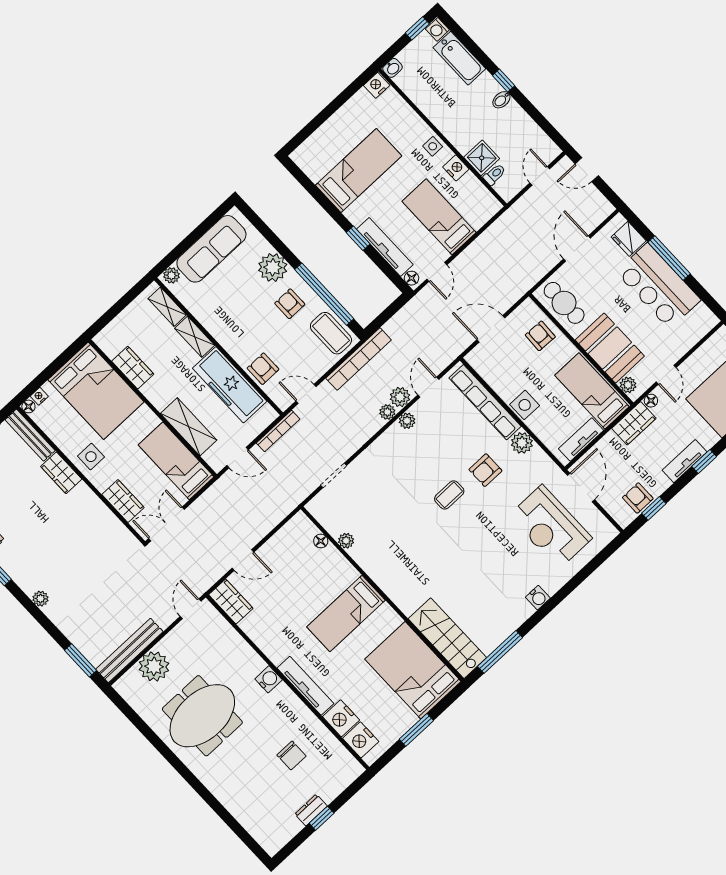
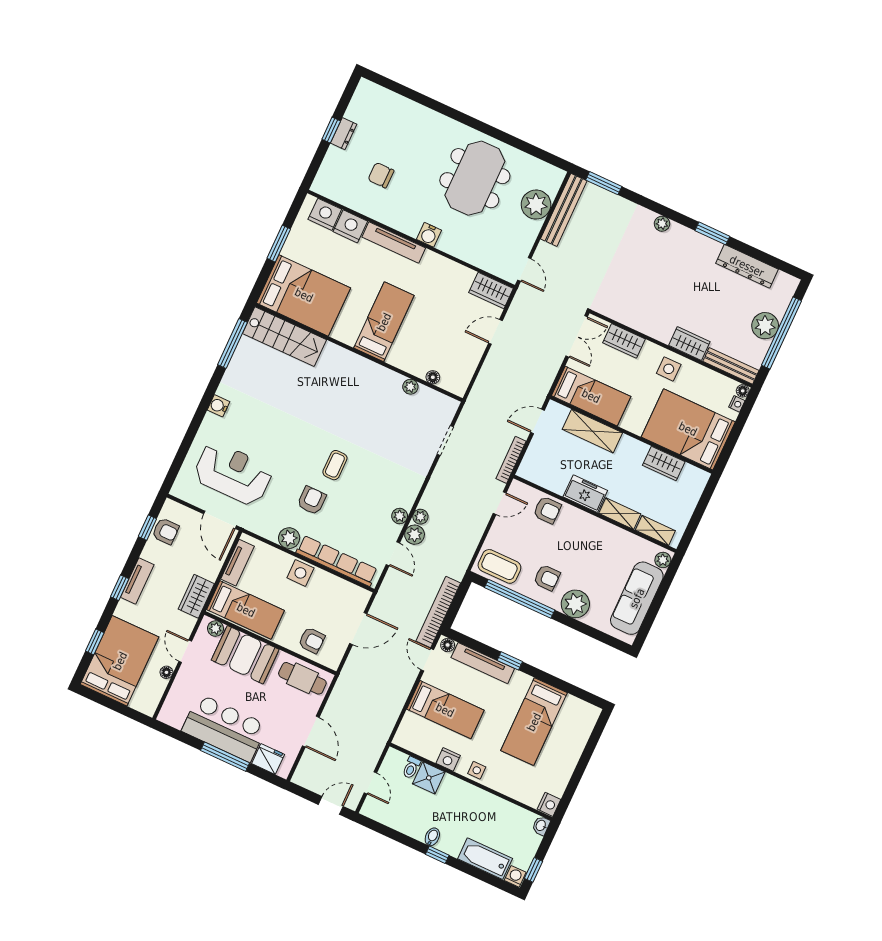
bookcase: (359, 359) -> (438, 612), moved
freezer: (230, 385) -> (585, 494), width x0.52, depth x0.79
floor lamp: (651, 401) -> (166, 672), moved

